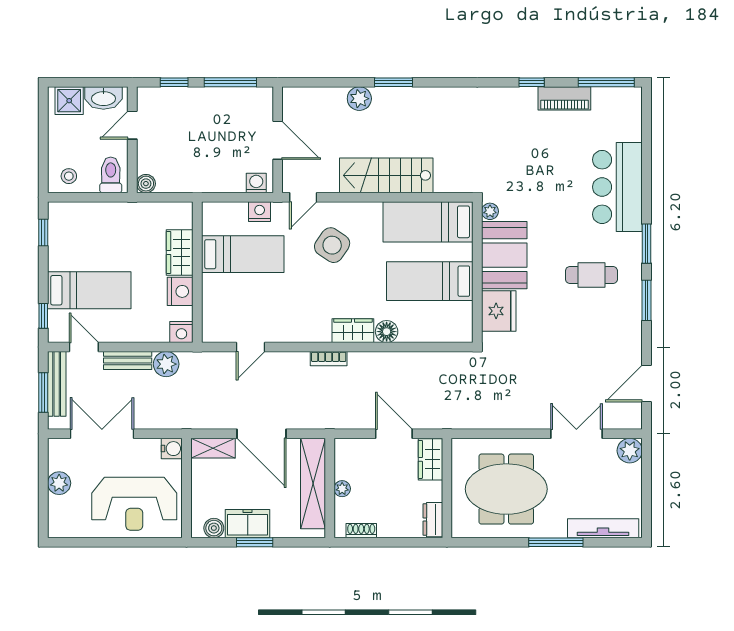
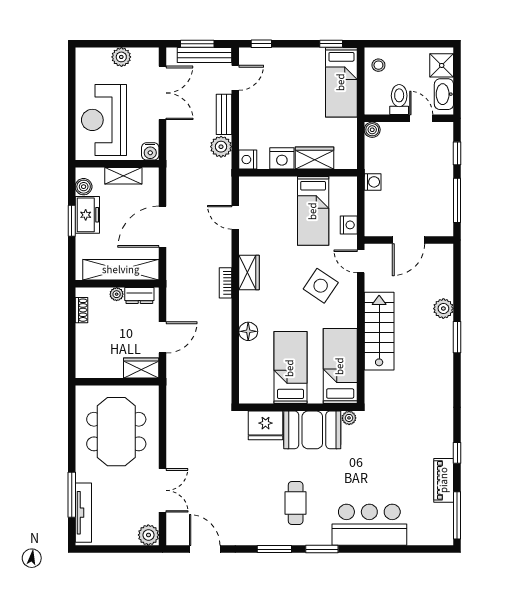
toilet: (111, 175) -> (399, 100), moved, turned -90
washing machine: (256, 183) -> (373, 182), moved
bed: (89, 290) -> (341, 82), moved
wardrobe: (353, 331) -> (249, 273), moved
shelving: (213, 448) -> (123, 176), moved, turned 90
dresser: (433, 520) -> (139, 295), moved, turned 180
window: (556, 542) -> (72, 495), moved

